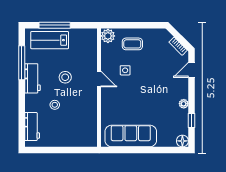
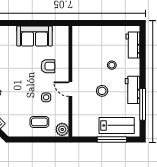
armchair: (123, 104) -> (48, 66), added
sofa: (131, 136) -> (35, 36), width x0.73

